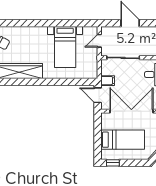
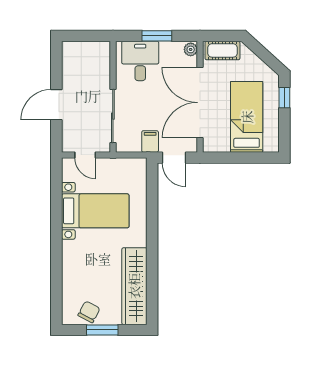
door: (98, 95) -> (174, 158), hinge flipped
window: (113, 163) -> (284, 98), moved

